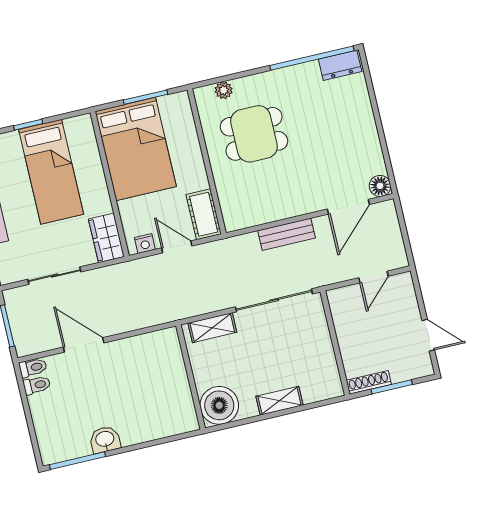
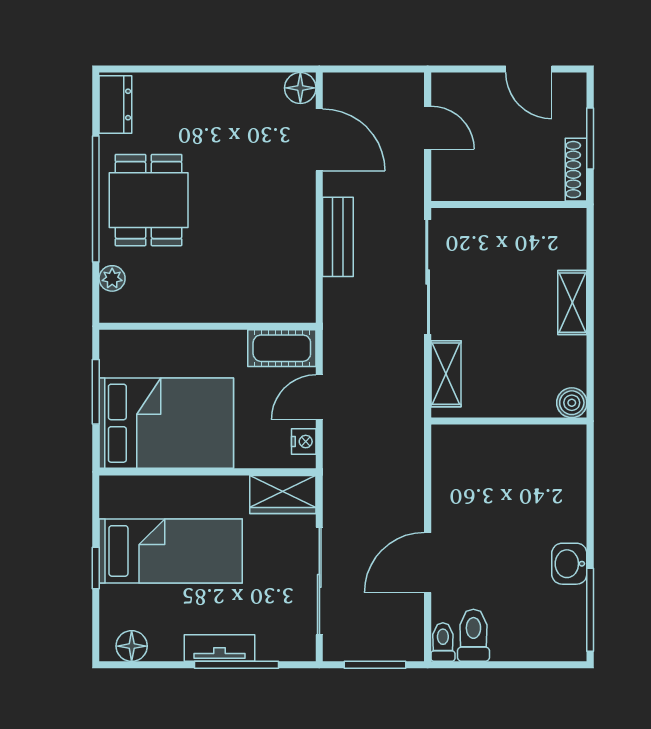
window: (312, 58) -> (96, 199), moved
dining table: (254, 134) -> (149, 200), moved
sliding door: (54, 276) -> (319, 581), width x1.37
door: (428, 335) -> (529, 69), swing flipped
toilet: (37, 385) -> (473, 635), width x1.37, depth x1.39
boiler: (219, 405) -> (572, 403), width x0.54, depth x0.54

